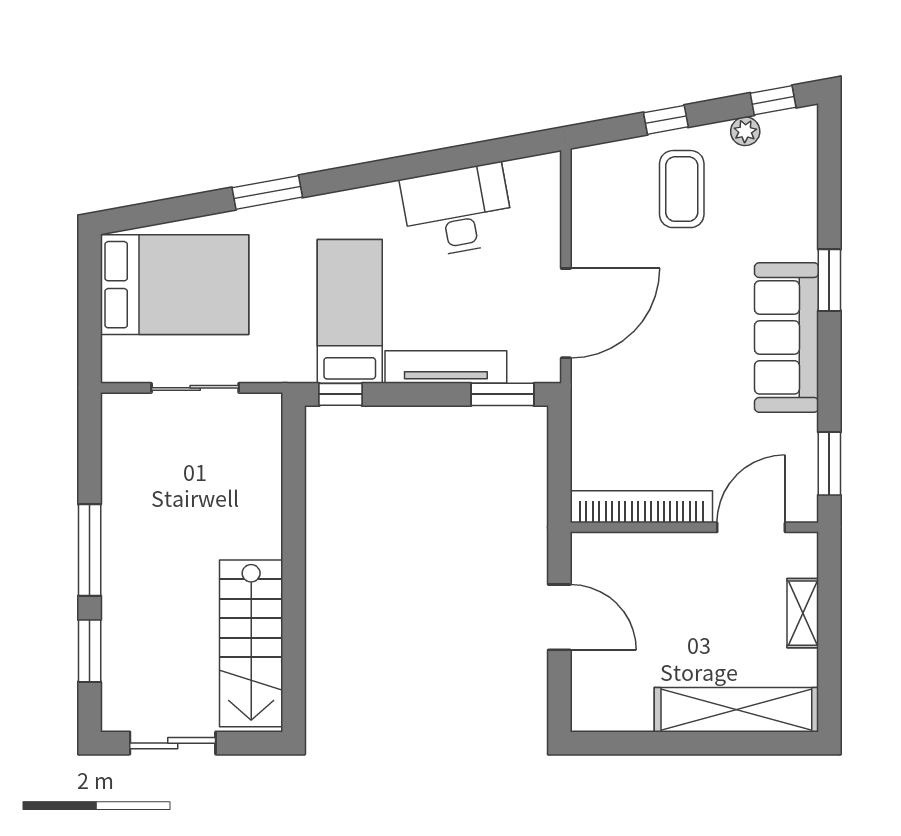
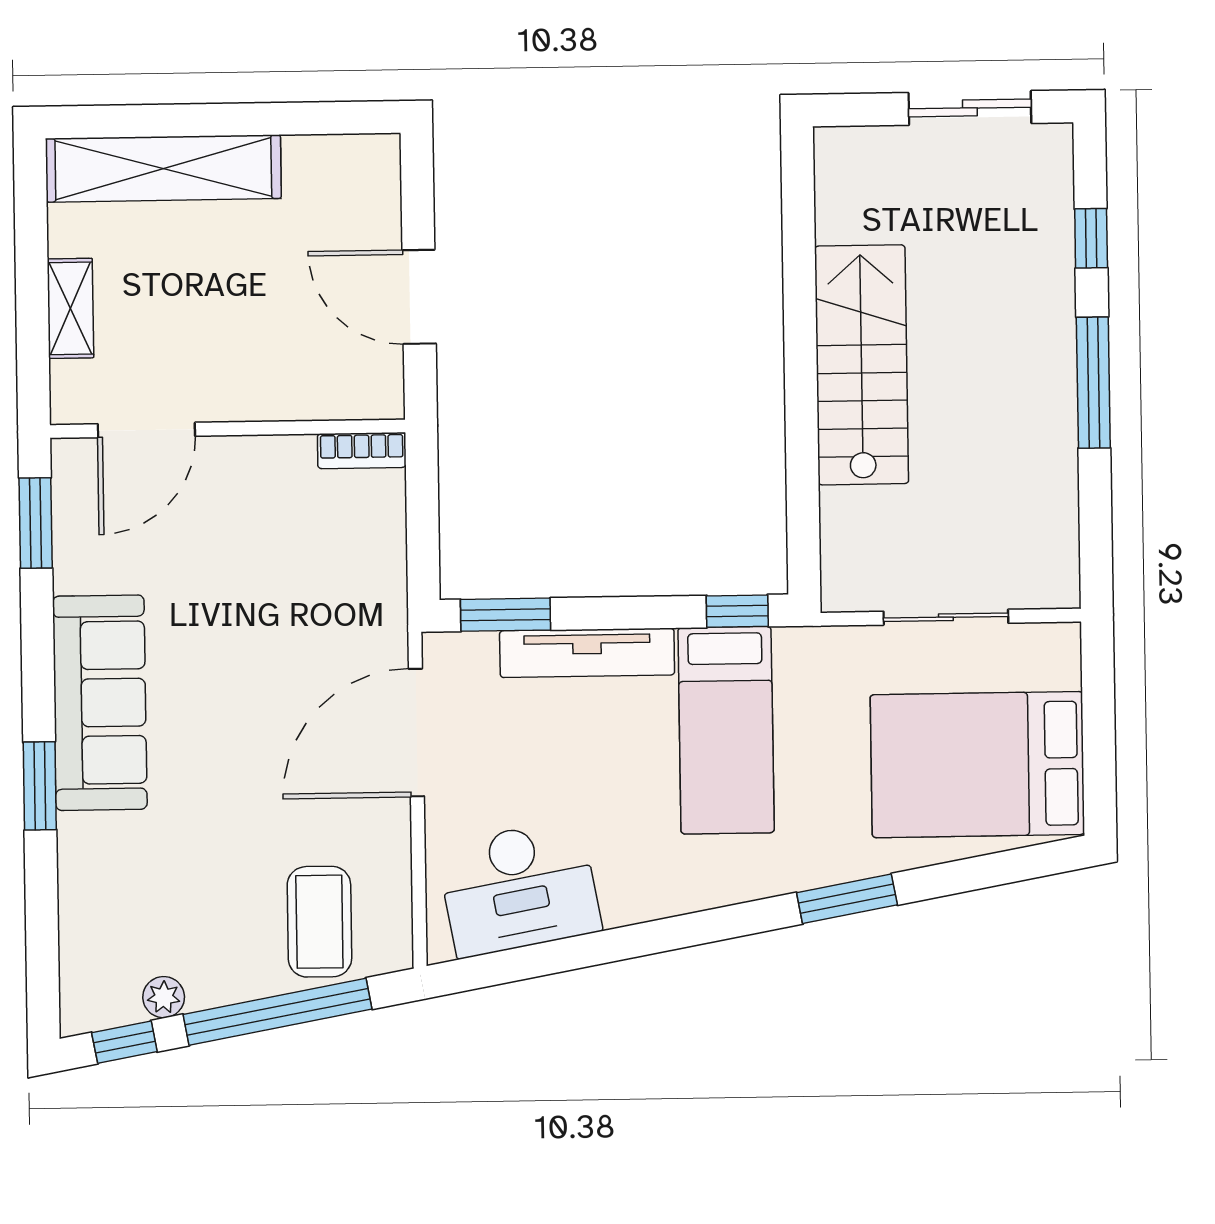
window: (666, 120) -> (278, 1012), width x3.17
coffee table: (682, 189) -> (319, 922), moved
desk: (457, 211) -> (519, 888), moved
bookcase: (641, 507) -> (362, 451), width x0.43, depth x0.76
stairs: (251, 643) -> (862, 365), moved
window: (90, 651) -> (1091, 238), width x0.67

